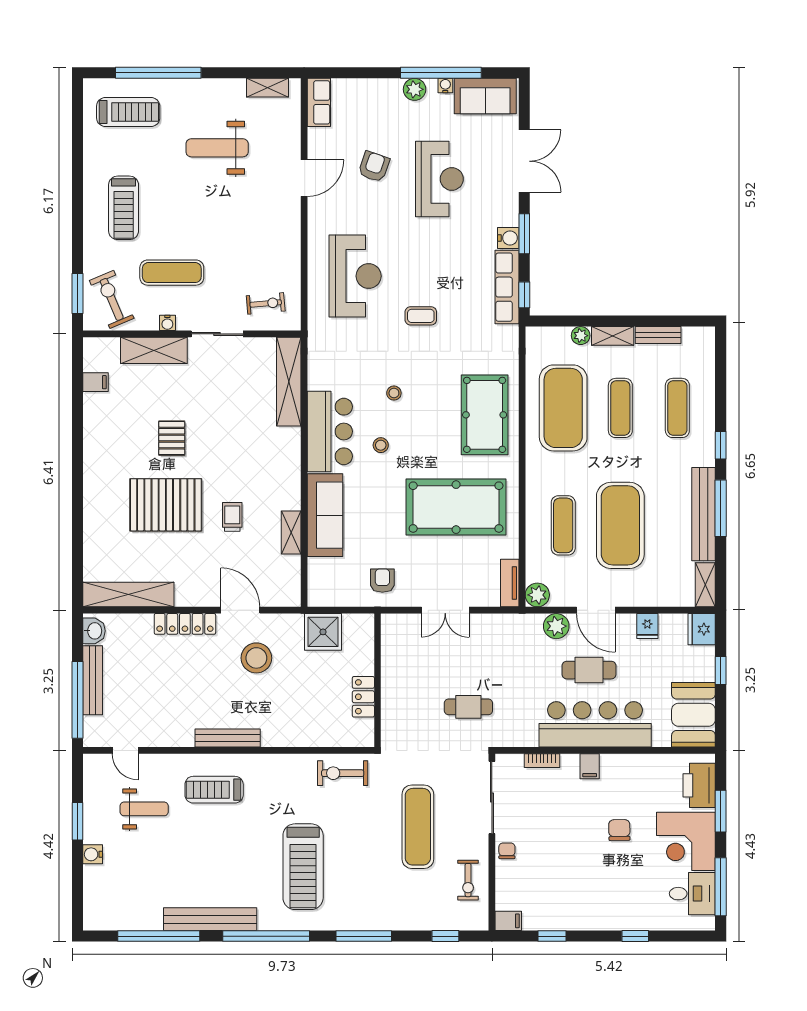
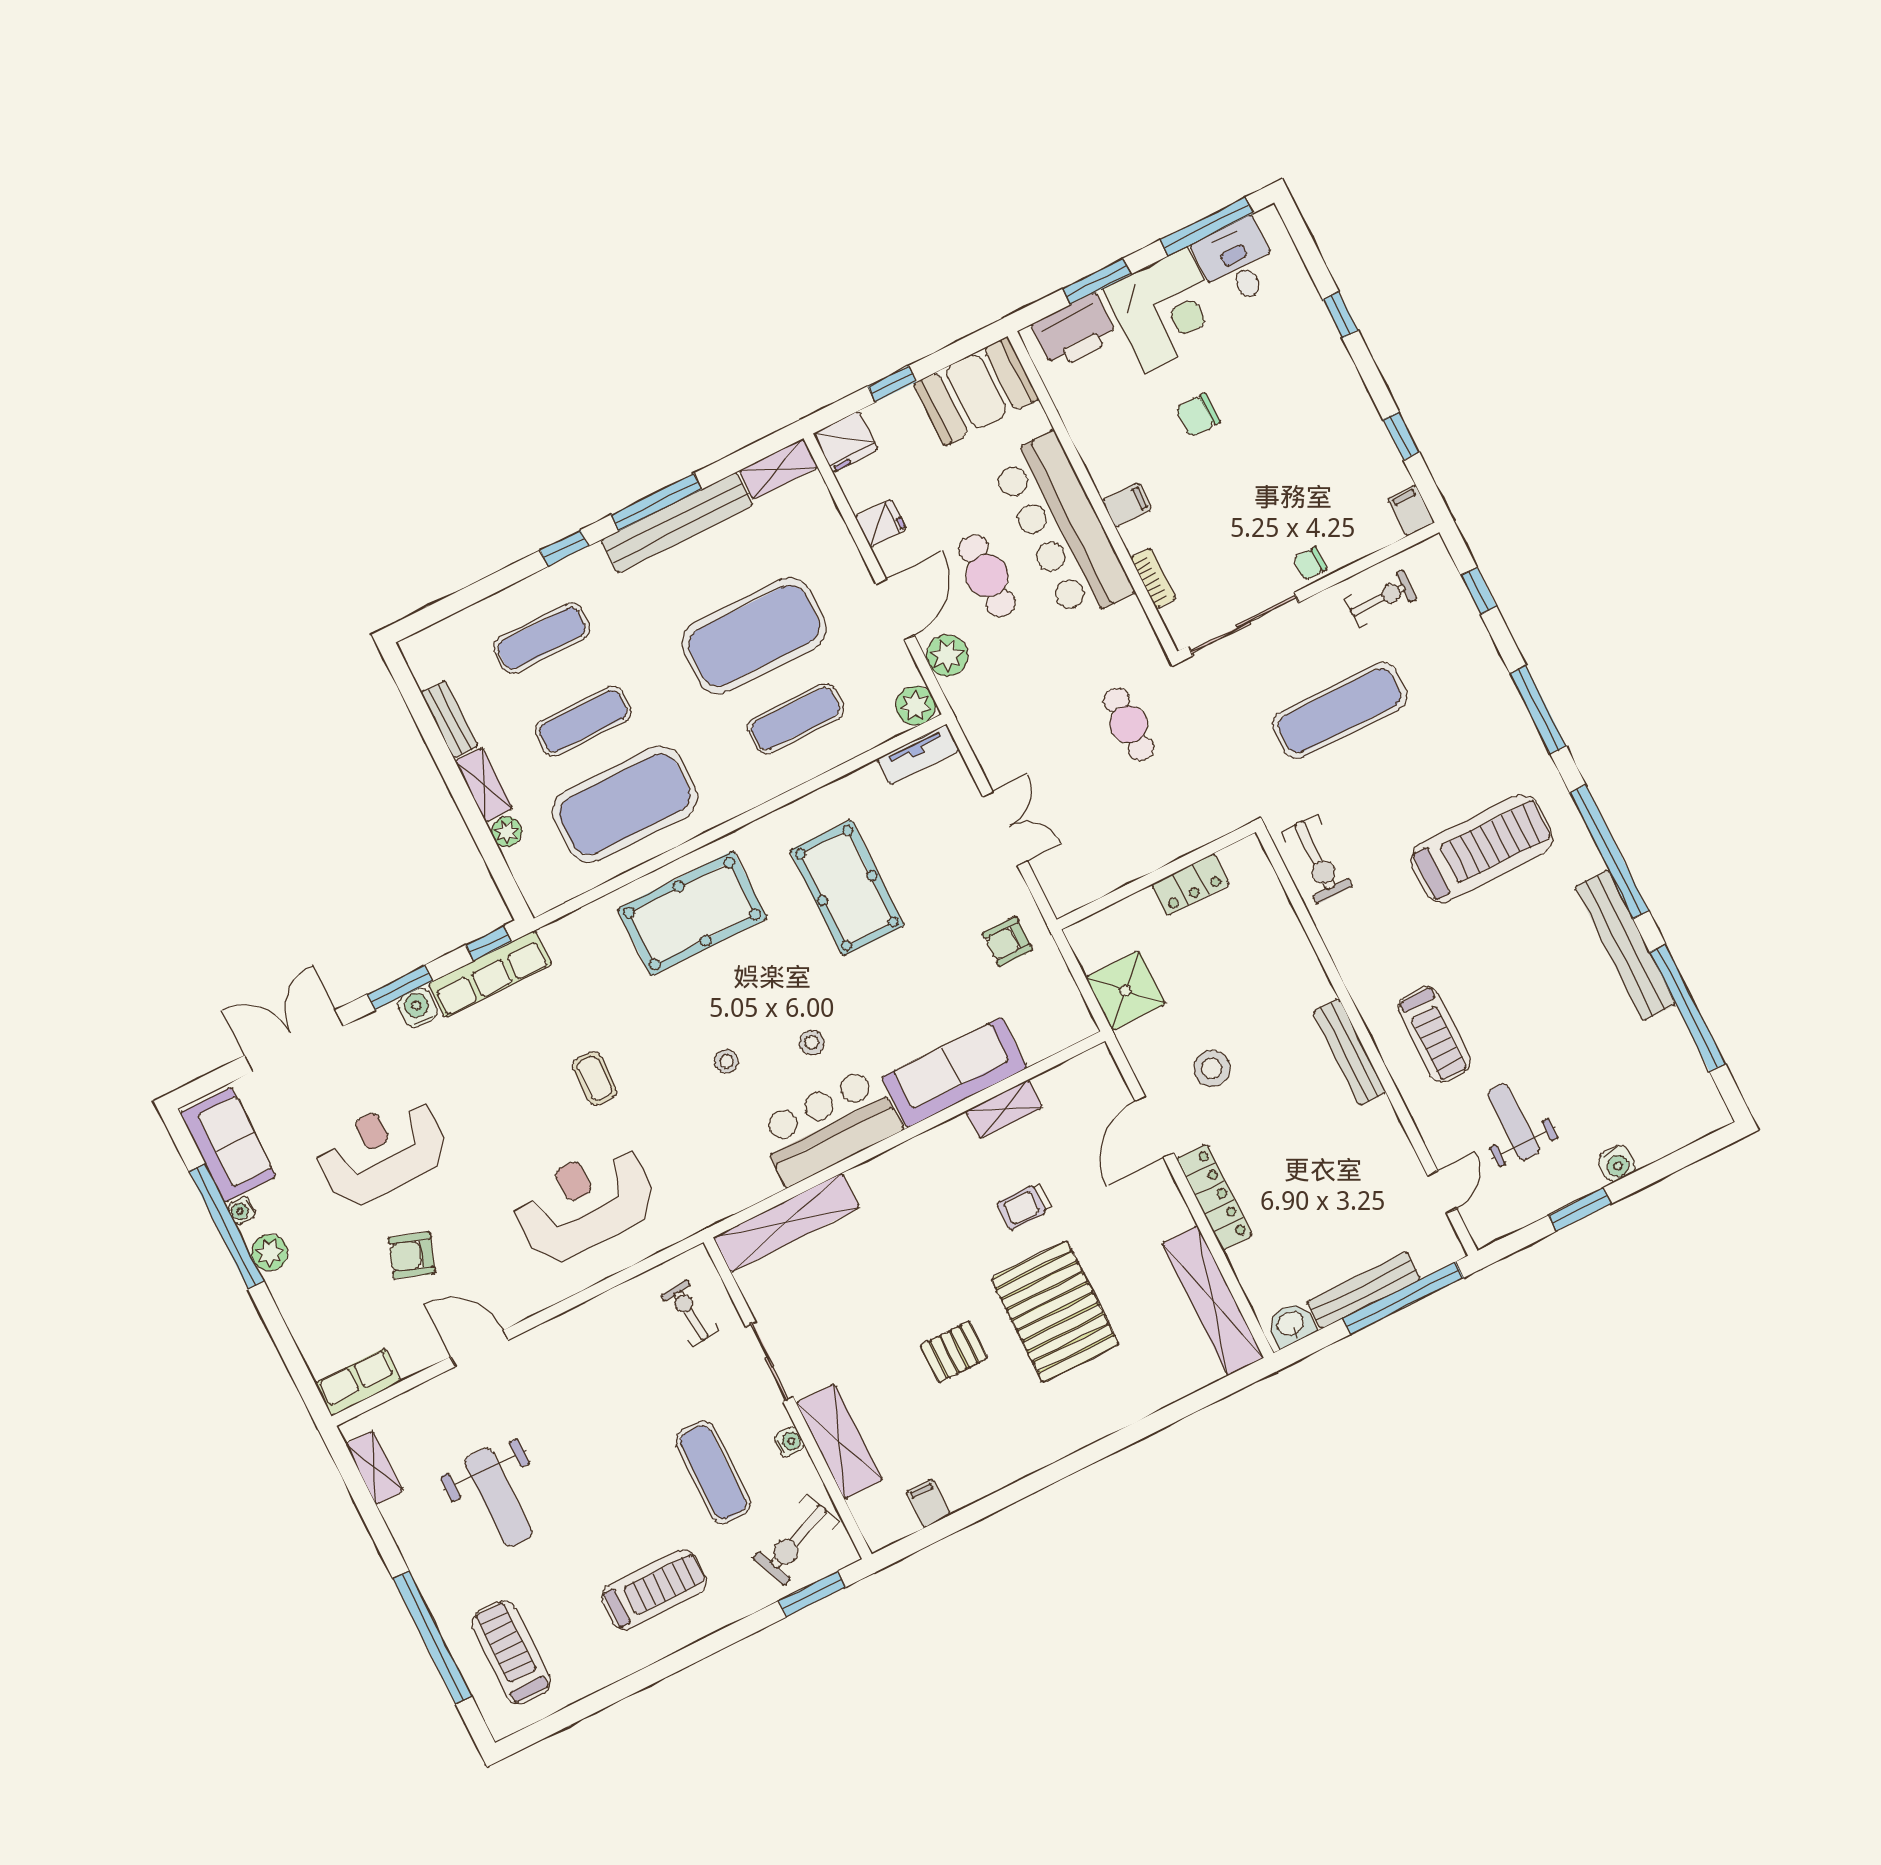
pool table: (456, 507) -> (847, 888), width x0.73, depth x0.76
stool: (256, 658) -> (1212, 1068), width x0.73, depth x0.73

